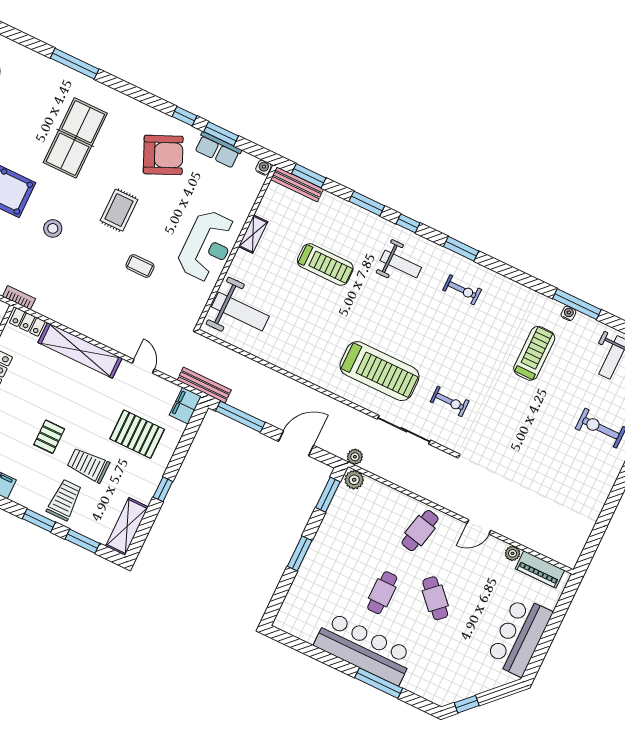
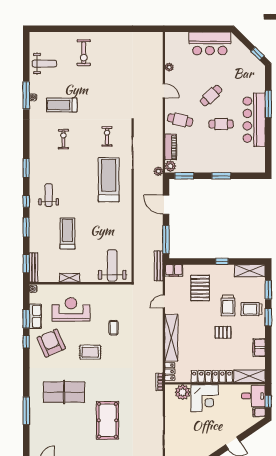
stool: (53, 228) -> (116, 381), removed
reception desk: (207, 246) -> (71, 309), moved
exercise bike: (462, 290) -> (63, 139), moved
piano: (540, 569) -> (171, 147), moved

